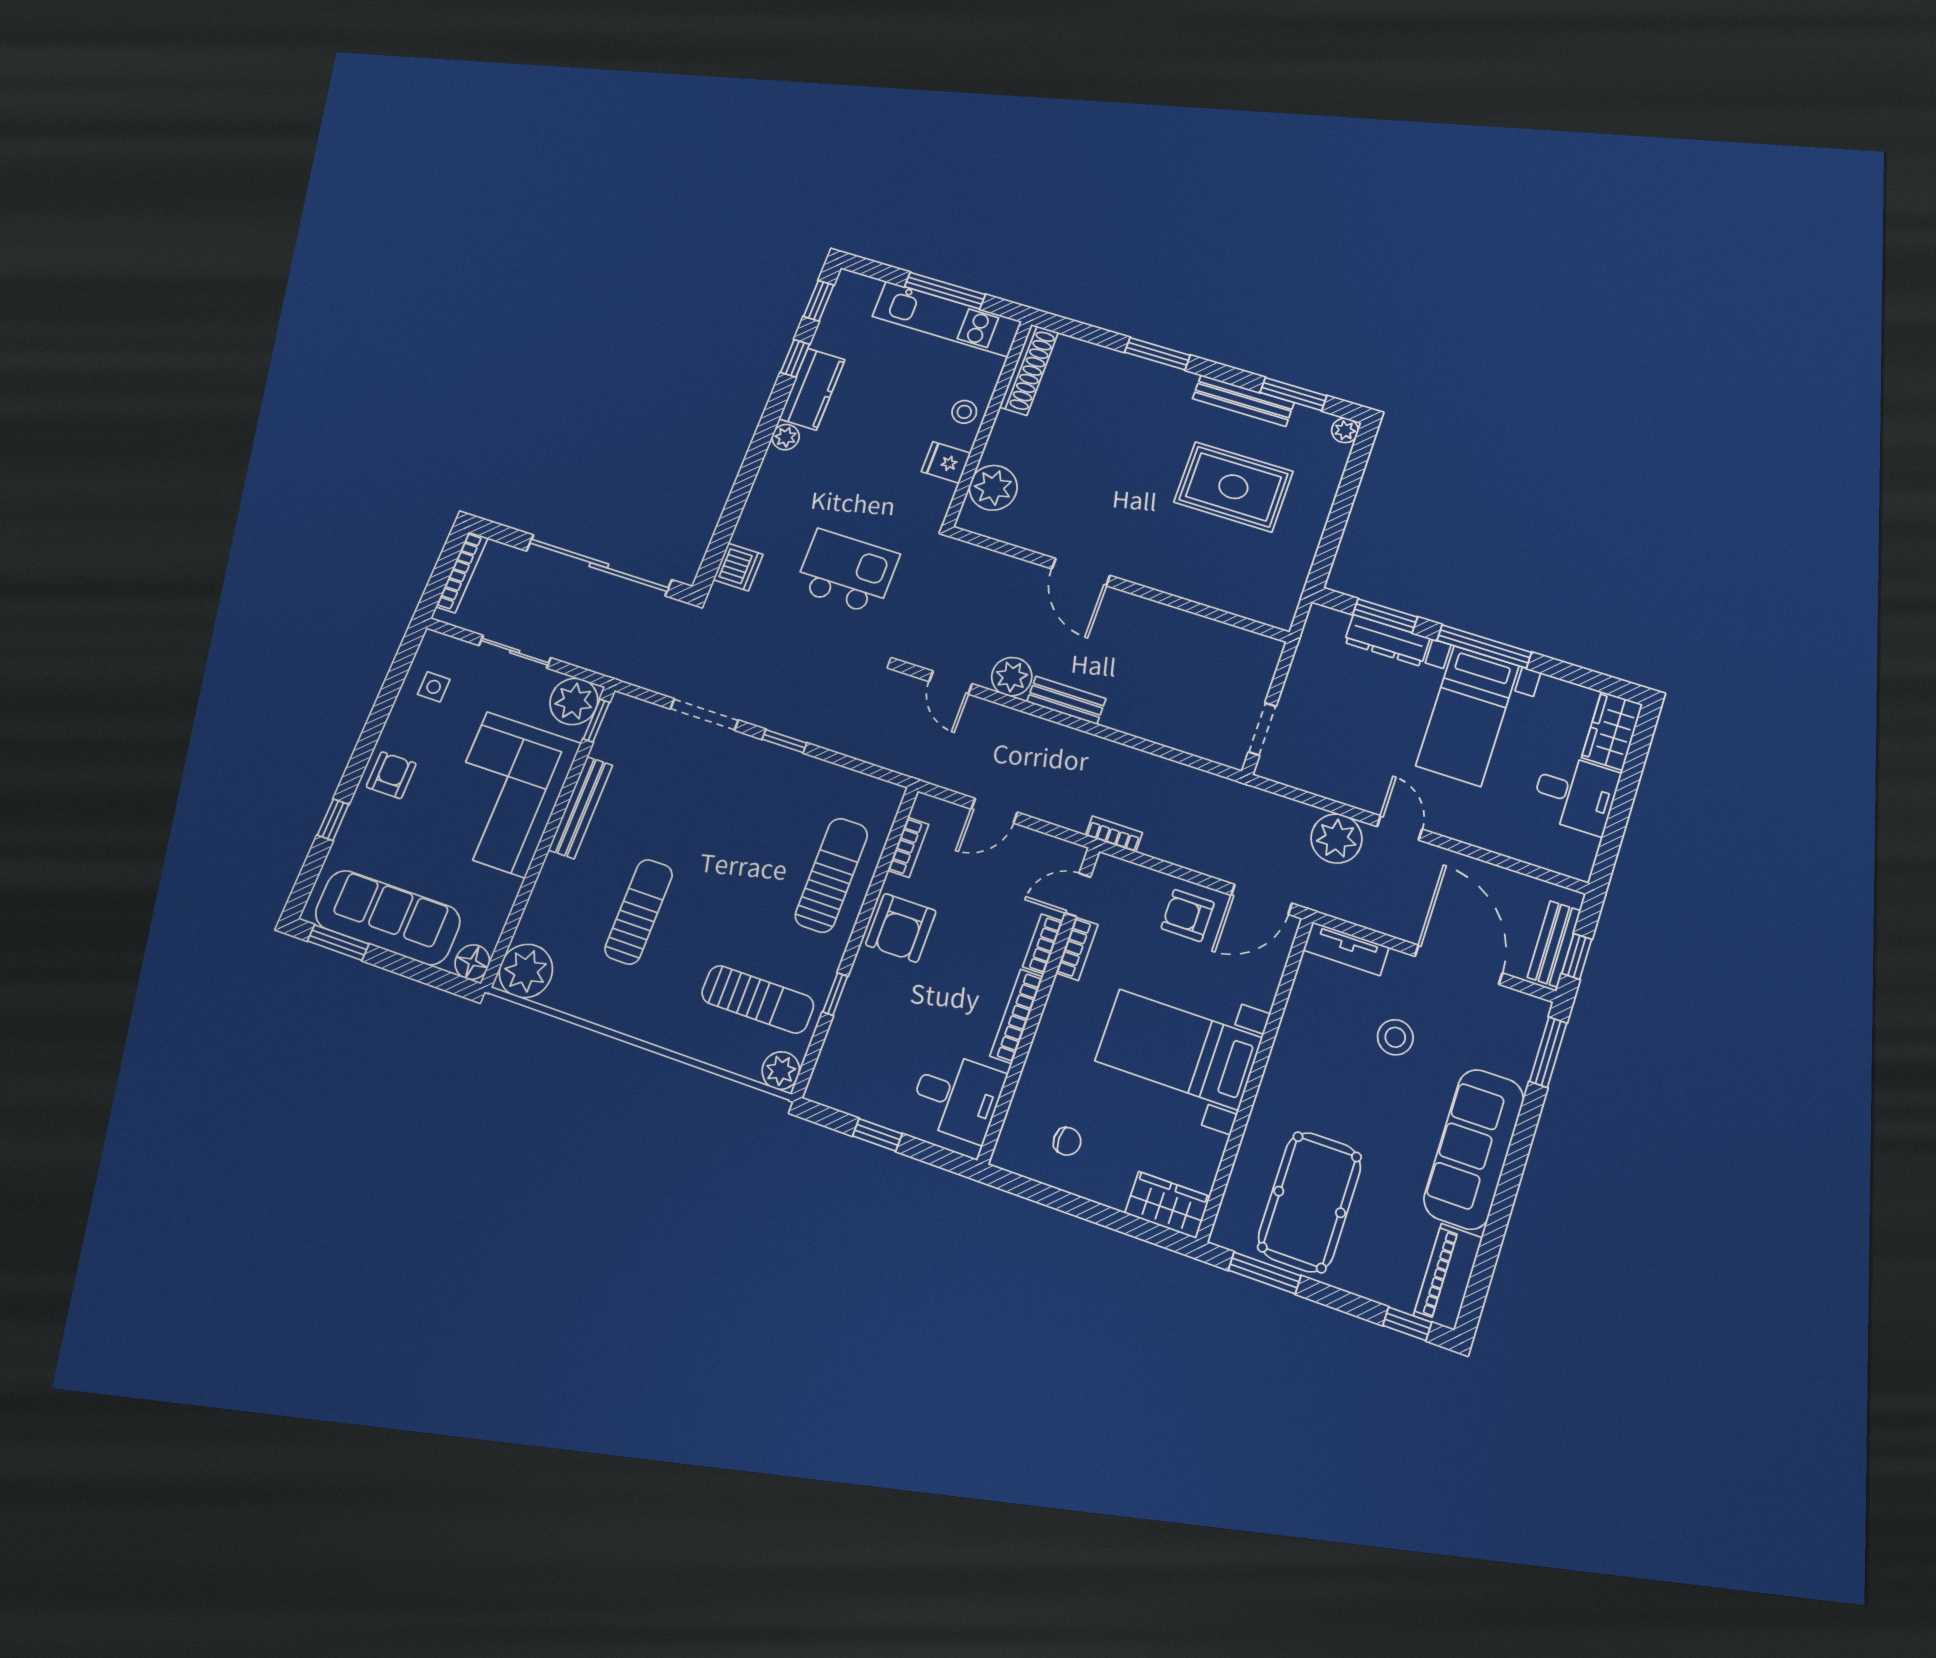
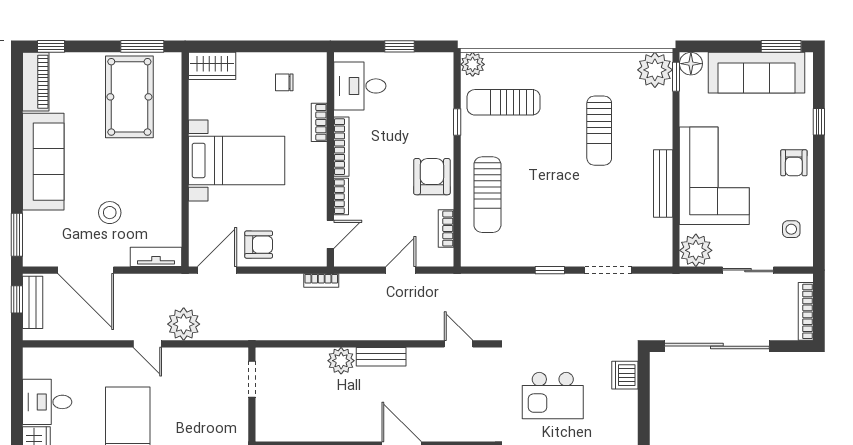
plant: (1012, 677) -> (341, 361), moved
window: (596, 721) -> (676, 77), moved
bookcase: (1077, 949) -> (319, 122), moved

